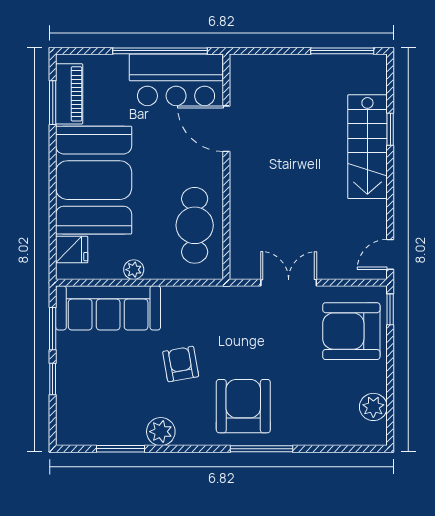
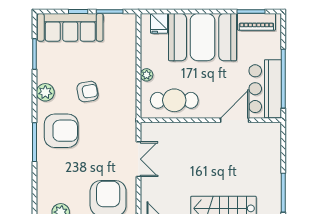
plant: (134, 270) -> (147, 75), moved
sofa: (108, 308) -> (70, 27), moved, turned -90
plant: (161, 432) -> (45, 92), moved

